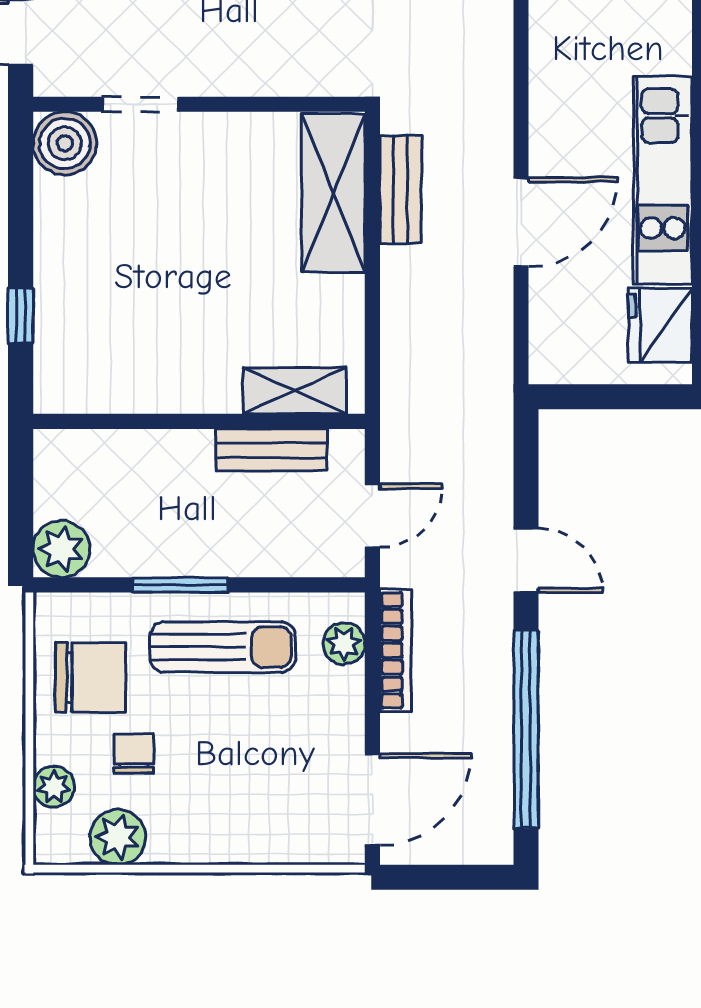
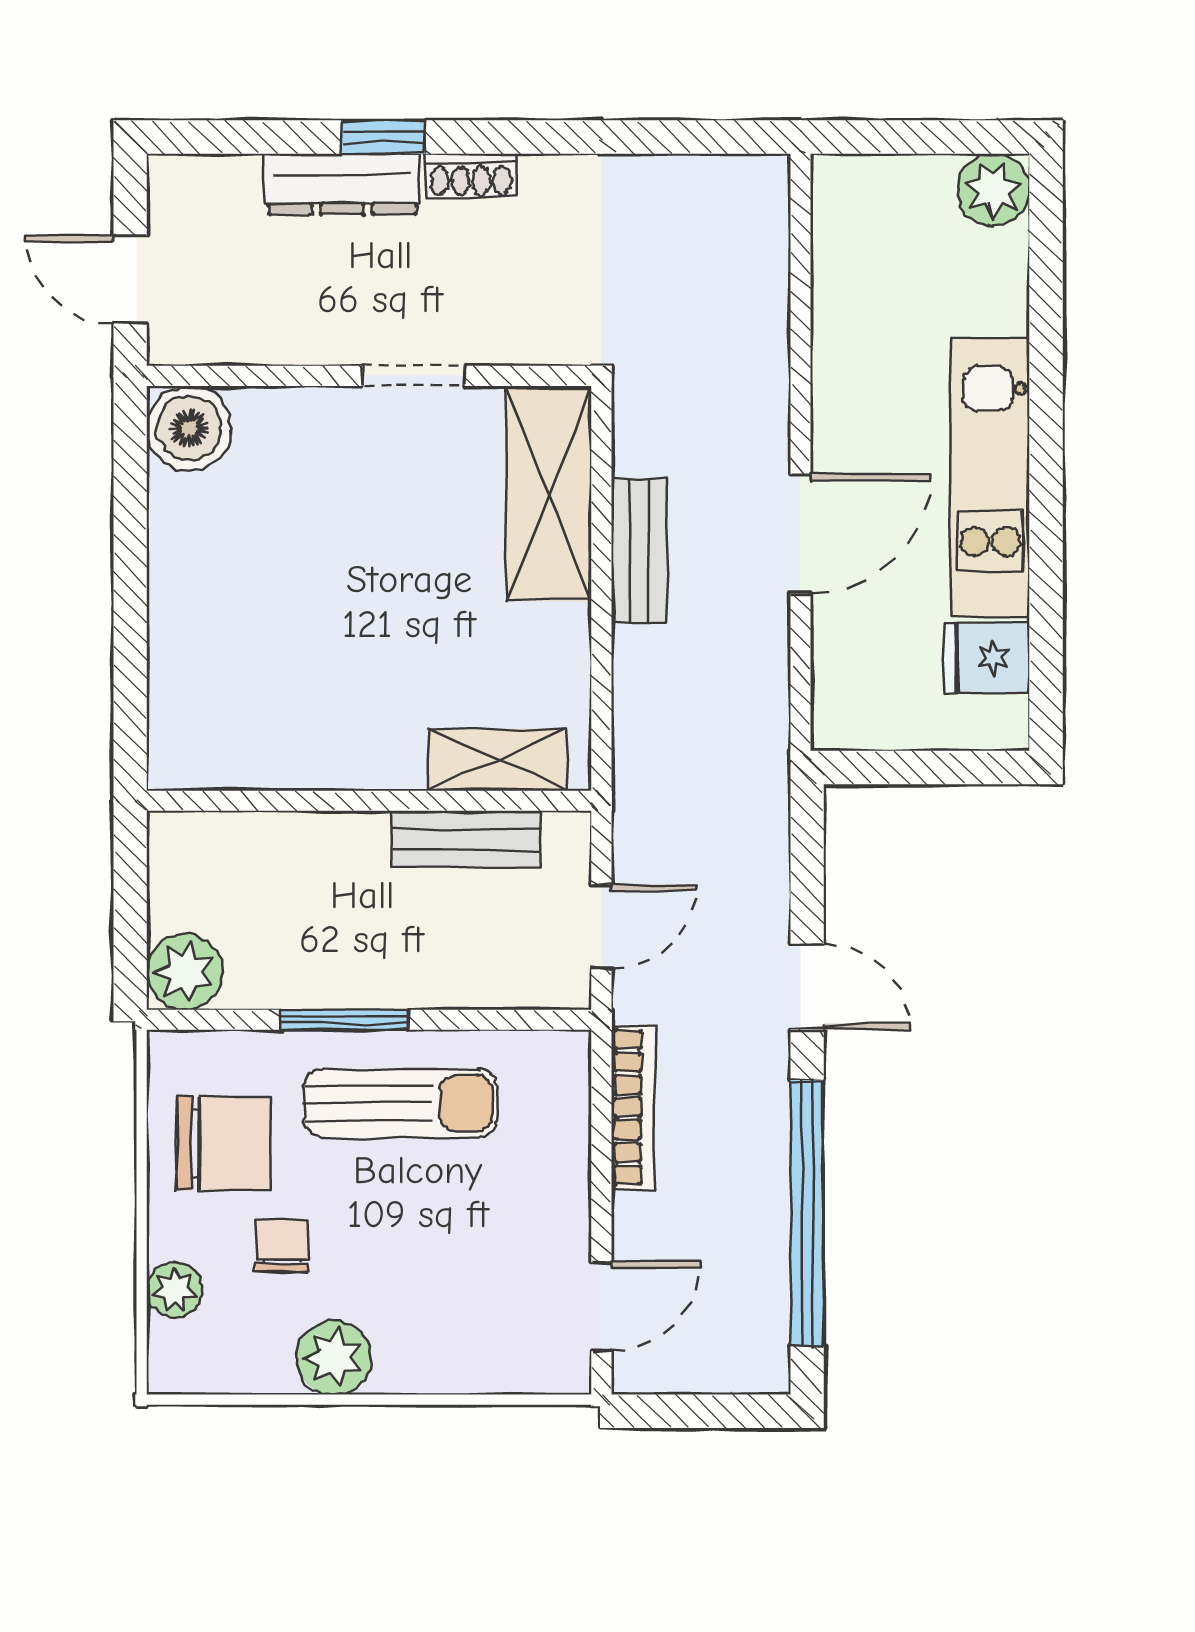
doorway: (140, 104) -> (414, 376), moved
bench: (401, 189) -> (639, 551), moved
window: (21, 316) -> (130, 659), removed
fridge: (660, 325) -> (987, 658), width x0.72
plant: (344, 644) -> (563, 1098), removed
door: (372, 799) -> (601, 1307), width x0.73
plant: (118, 837) -> (334, 1357), moved

